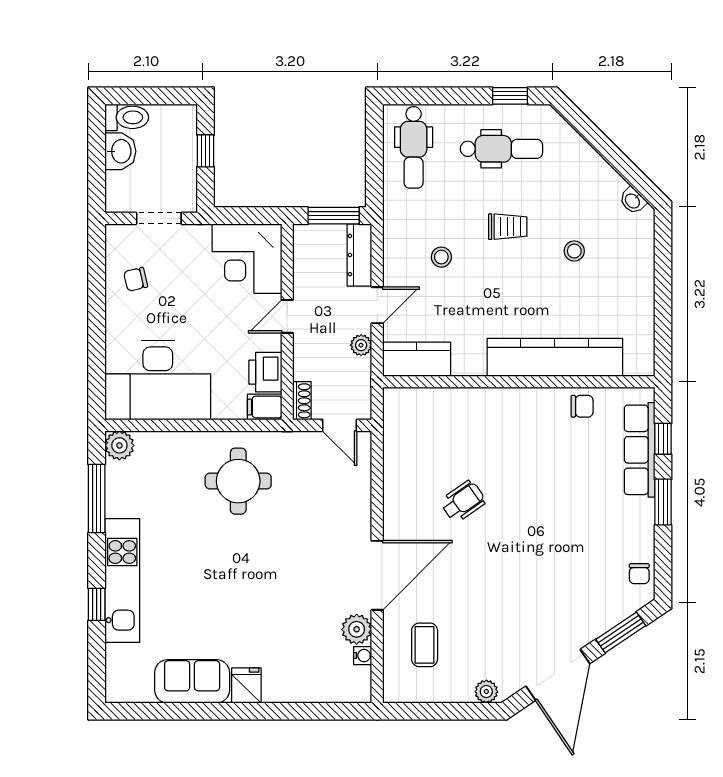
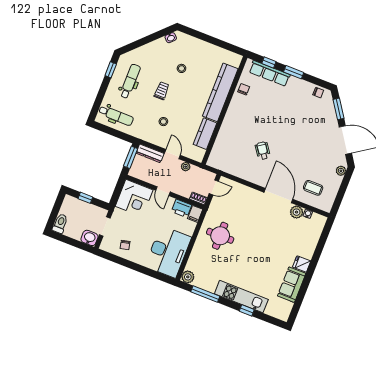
washbasin: (120, 151) -> (89, 238), moved
kitchen counter: (417, 359) -> (205, 134), moved

